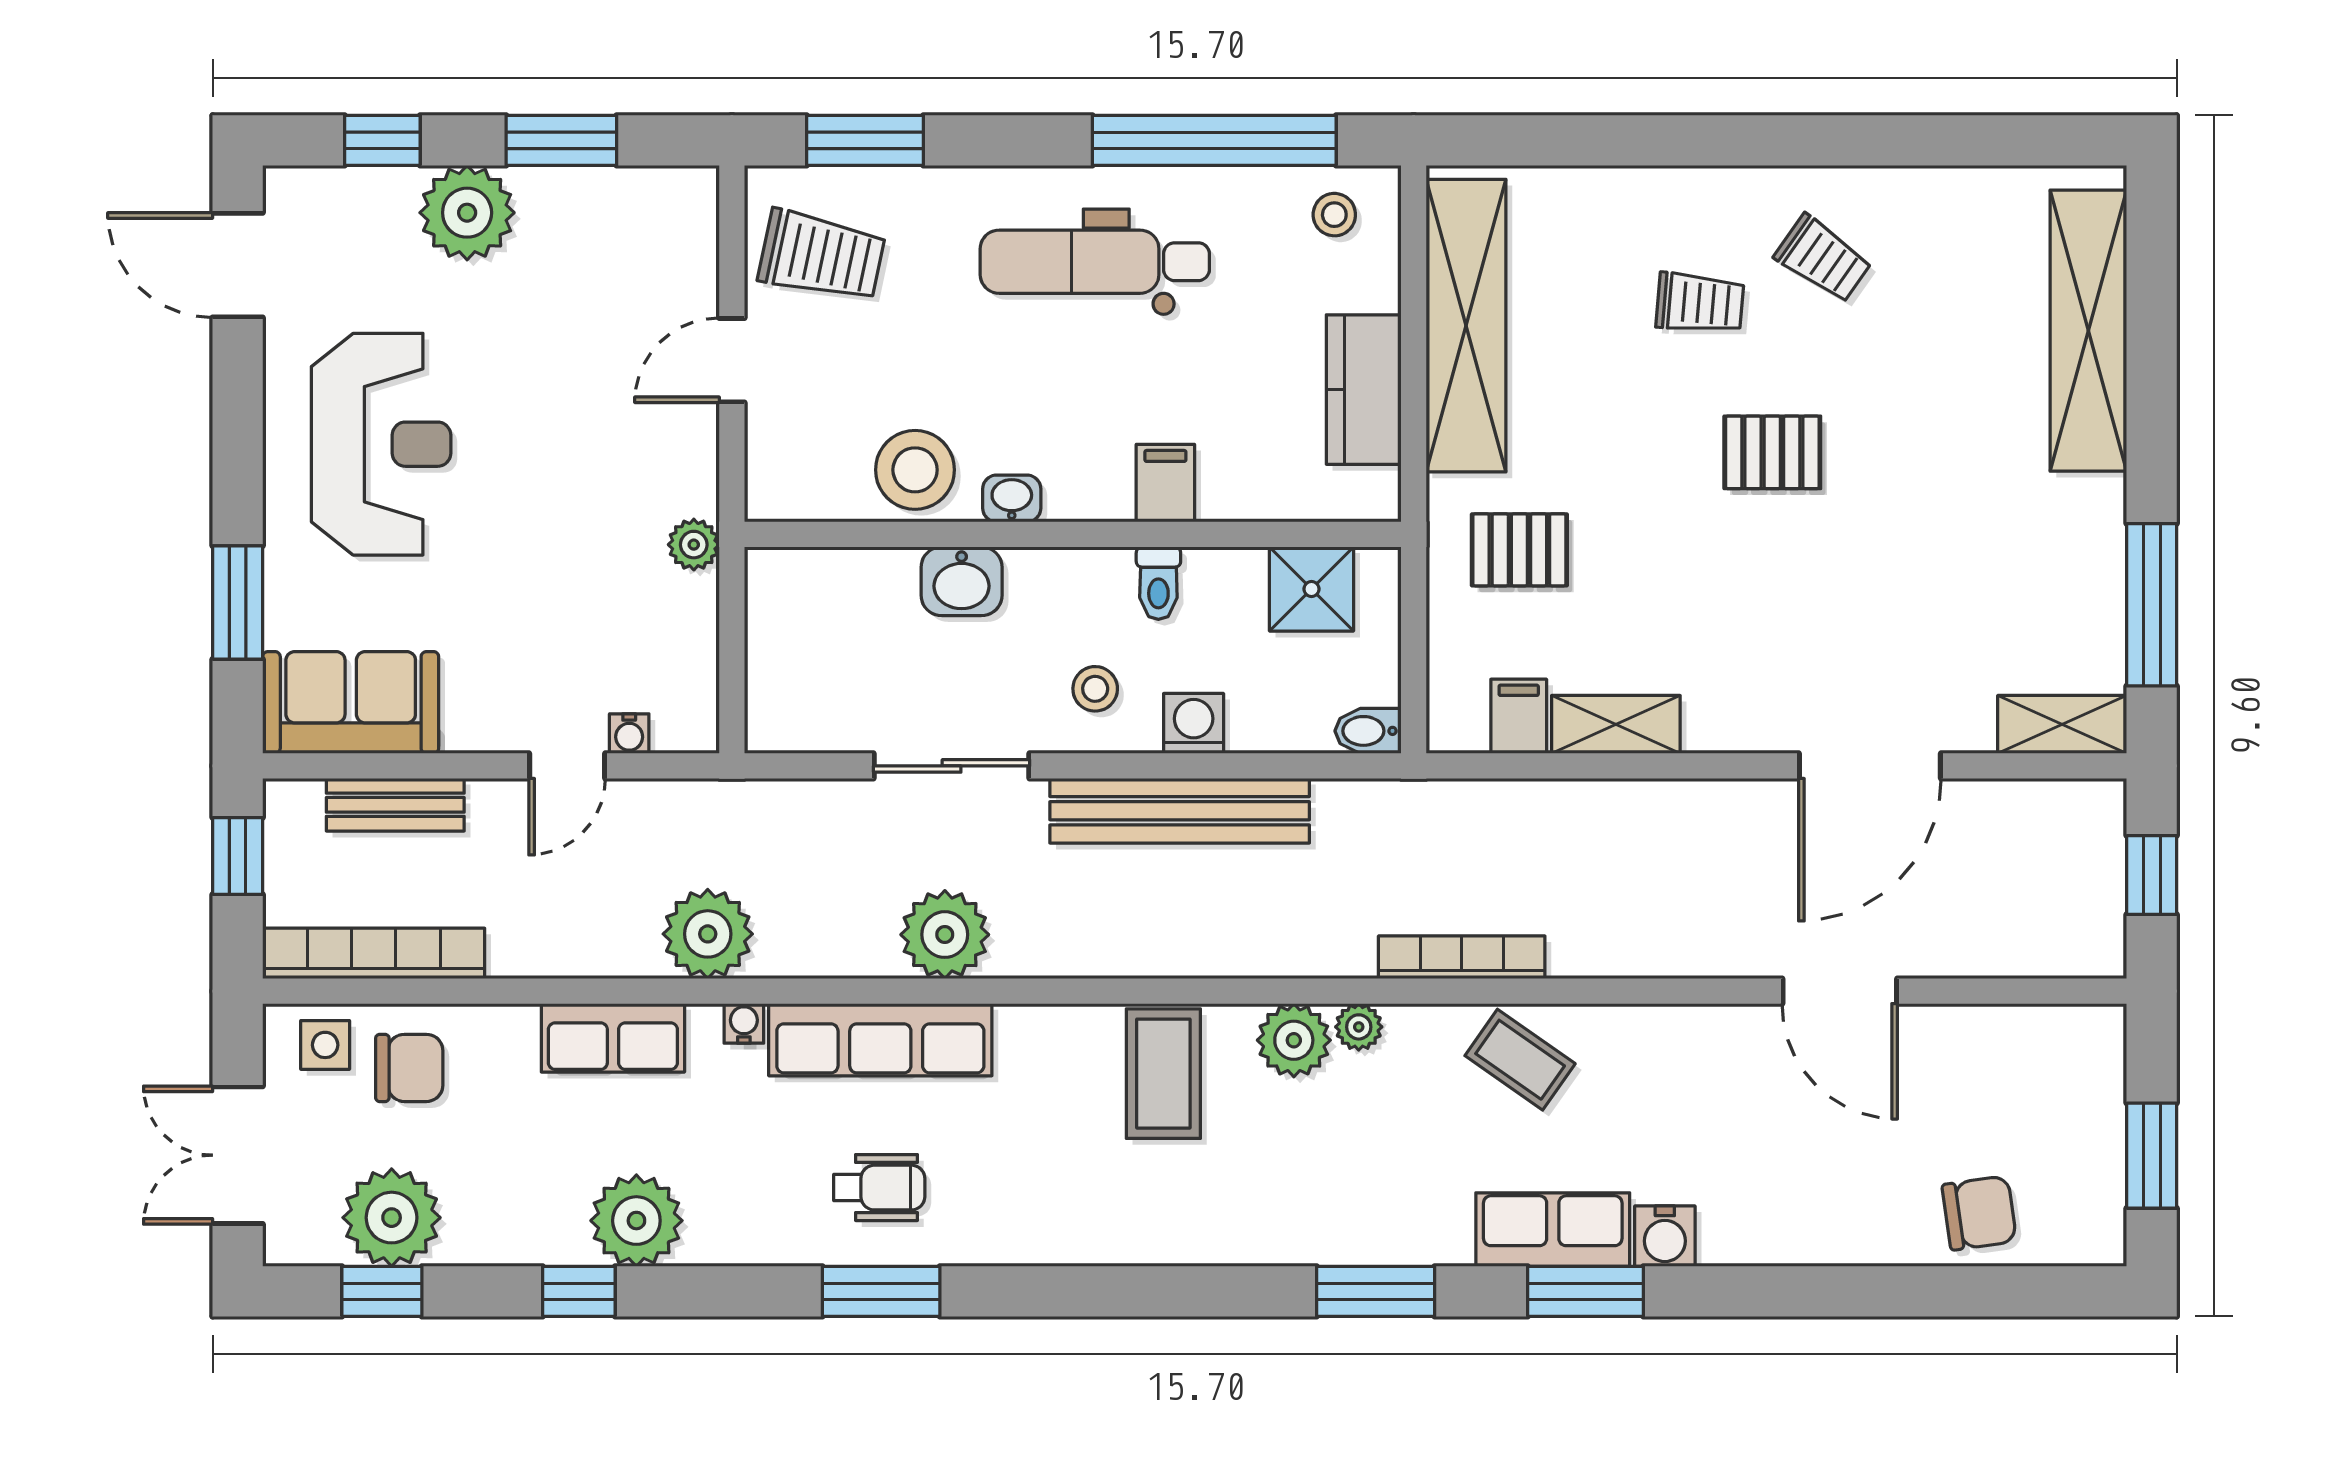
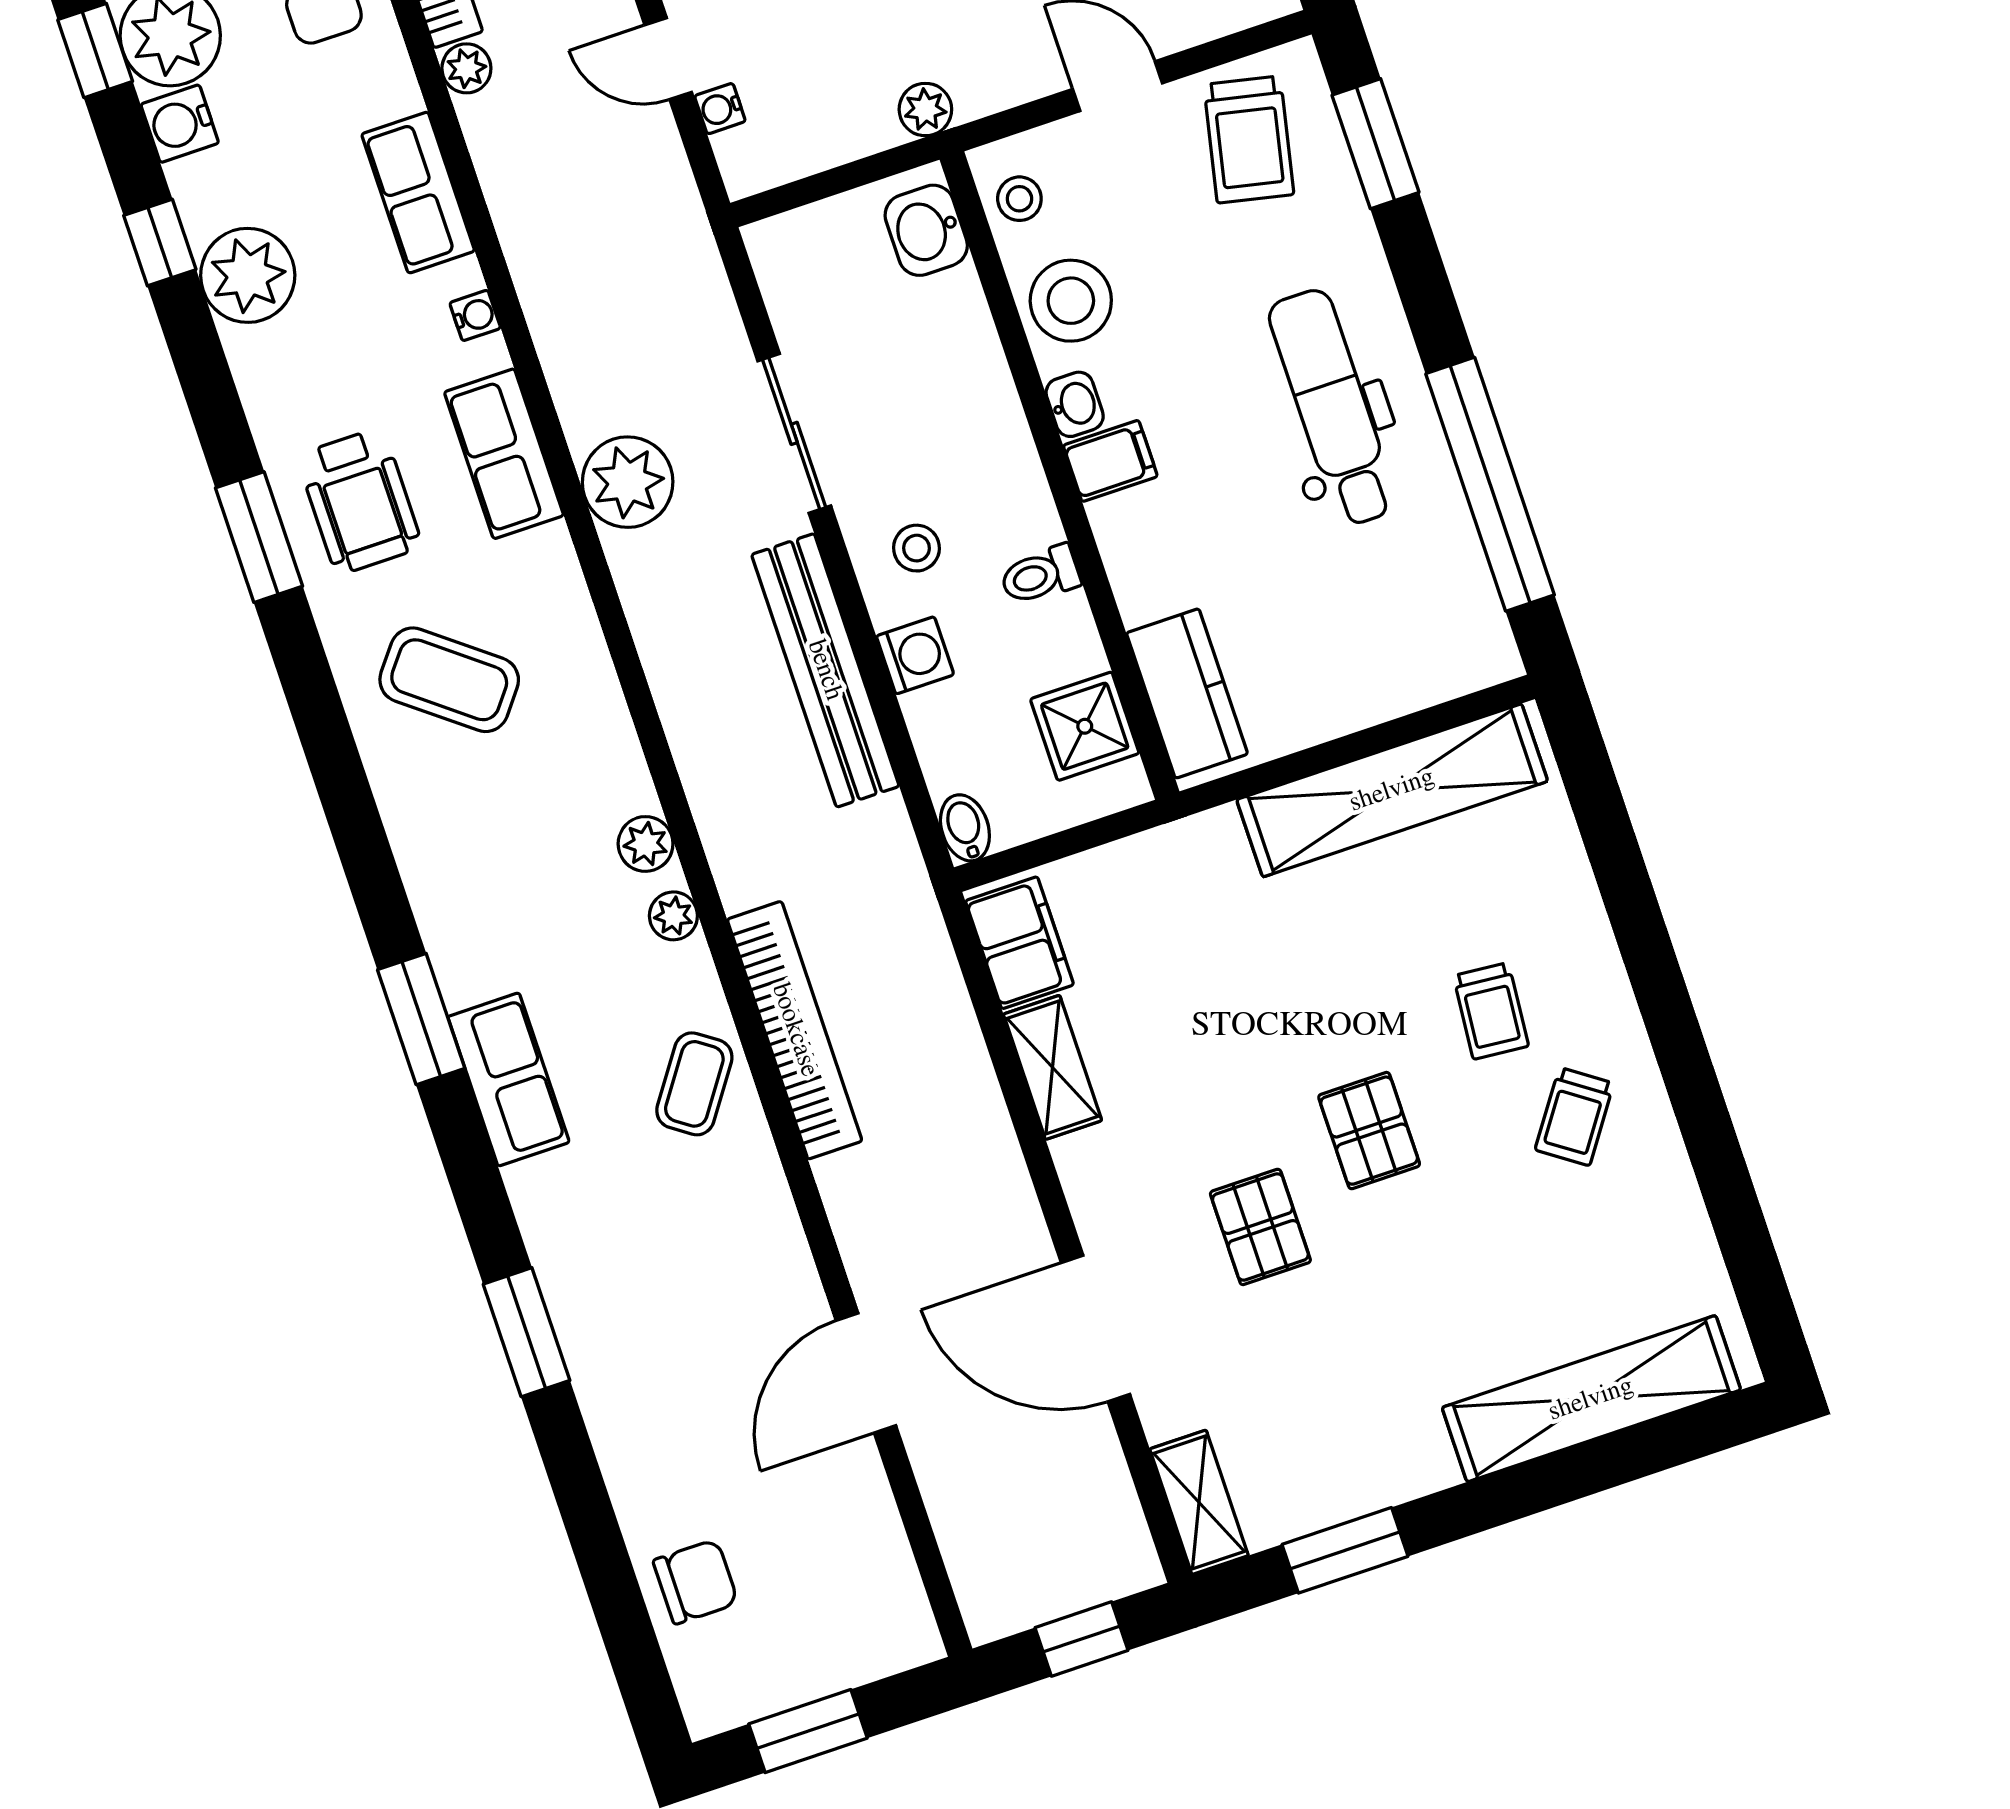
stool: (1334, 215) -> (1019, 199), moved
kitchen counter: (1364, 390) -> (1187, 693), moved, turned 90
filing cabinet: (1165, 483) -> (1110, 461), moved
pallet: (1519, 550) -> (1260, 1227), moved
washbasin: (962, 581) -> (926, 230), moved
window: (2152, 605) -> (1345, 1550), width x0.69
filing cabinet: (1519, 716) -> (1020, 943), width x2.00
plant: (708, 934) -> (466, 68), moved, width x0.53, depth x0.53
bookcase: (1462, 957) -> (795, 1030), width x1.48, depth x1.31
row of seats: (880, 1040) -> (504, 454), width x0.68
plant: (1294, 1040) -> (646, 844), width x0.73, depth x0.73
coffee table: (1163, 1074) -> (449, 680), moved, turned 38
wheelchair: (879, 1188) -> (360, 501), width x1.36, depth x1.37
chair: (1979, 1213) -> (696, 1582), turned -82
row of seats: (1553, 1230) -> (509, 1079), moved
water cooler: (1665, 1236) -> (180, 124), moved
window: (1586, 1291) -> (527, 1332), moved

